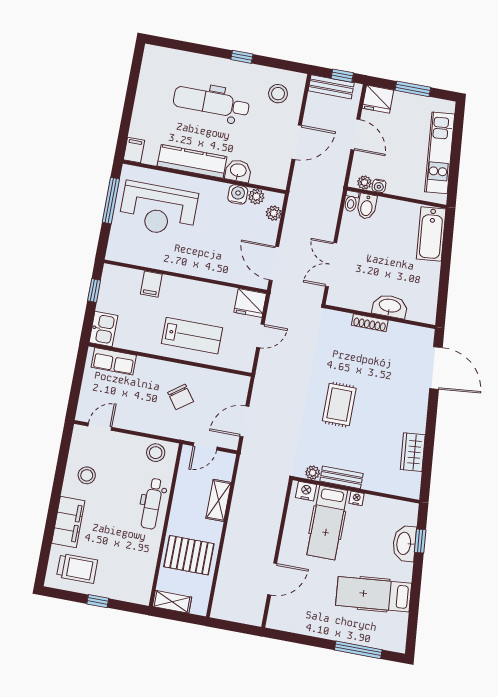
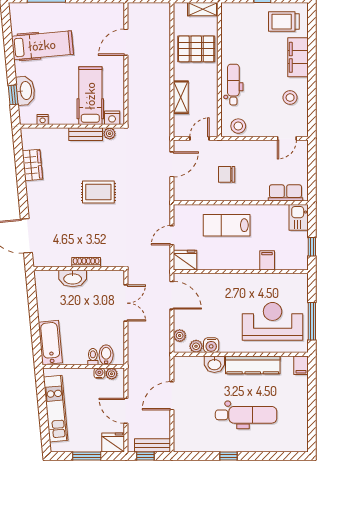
stool: (278, 94) -> (194, 432), removed
toilet: (351, 201) -> (93, 357), moved
chair: (181, 397) -> (227, 174), turned -54
rug: (339, 405) -> (98, 192), turned 90
nightstand: (356, 498) -> (43, 120), moved

